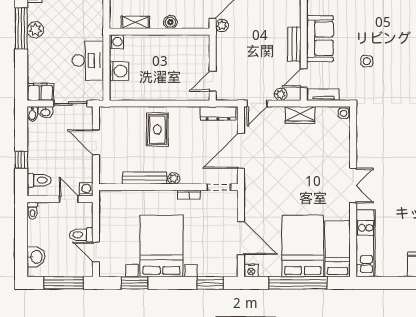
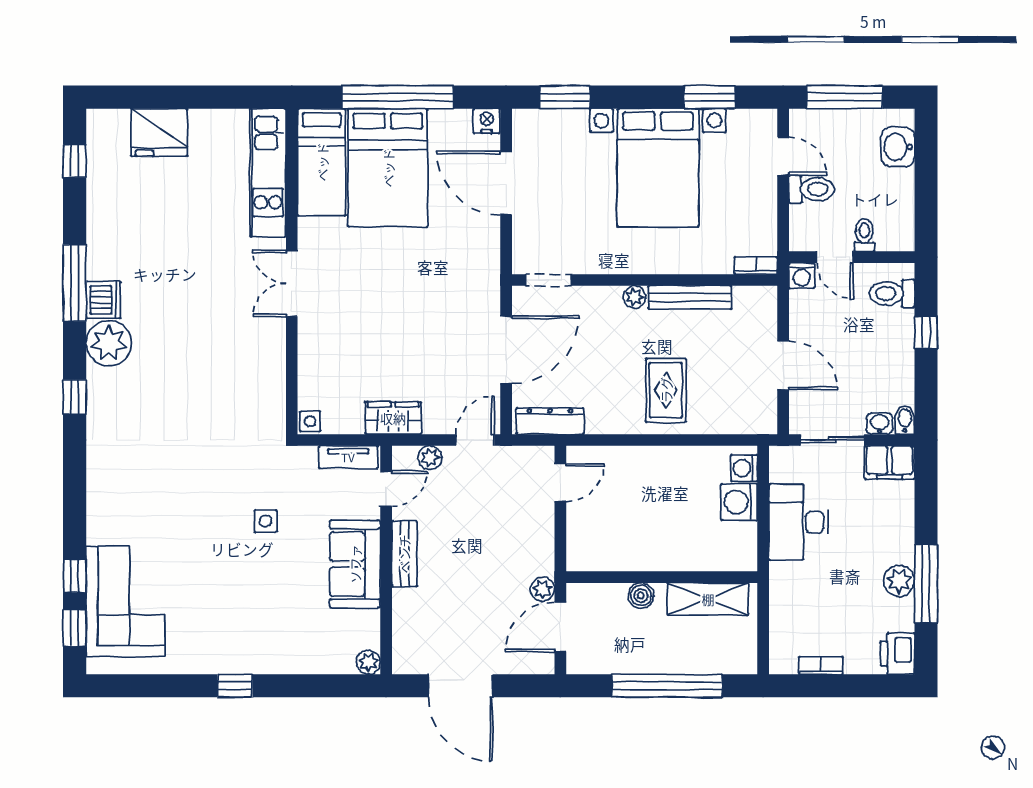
shelving: (135, 22) -> (708, 599), width x1.50, depth x1.33
washing machine: (116, 42) -> (744, 468), moved
bookcase: (189, 195) -> (756, 266), moved
toilet: (32, 211) -> (864, 235), moved

